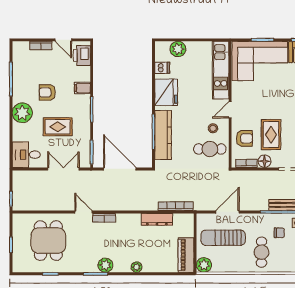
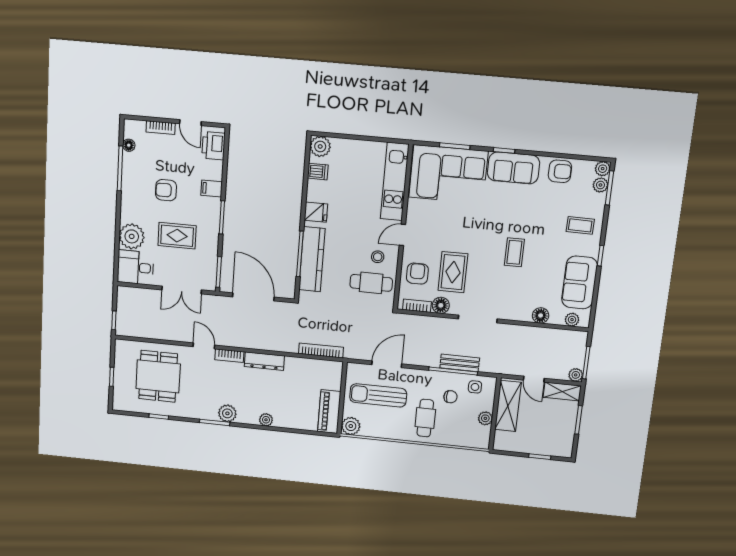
plant: (178, 49) -> (320, 146), moved
floor lamp: (17, 61) -> (129, 145), added
fridge: (166, 92) -> (316, 212), width x0.53, depth x0.75
plant: (22, 113) -> (132, 236), moved
armchair: (244, 138) -> (417, 274), turned -90
double door: (63, 169) -> (182, 290), swing flipped
dresser: (157, 219) -> (264, 361), moved

